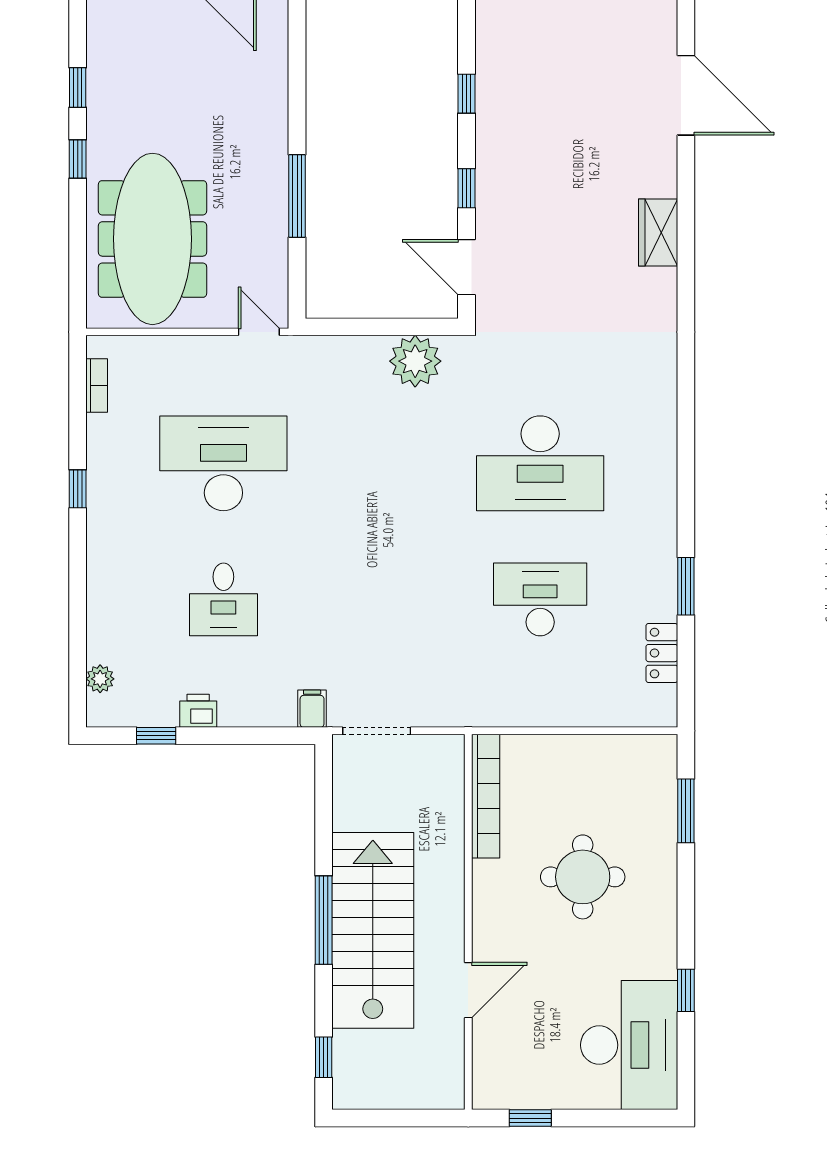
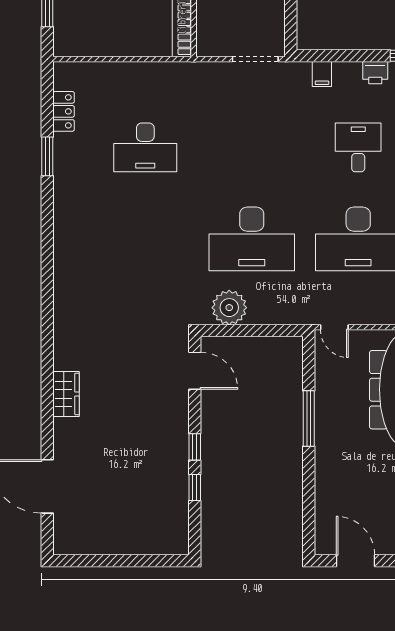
window: (467, 188) -> (195, 447), moved
desk: (540, 463) -> (252, 239), moved, turned 180
filing cabinet: (312, 709) -> (322, 74), moved

